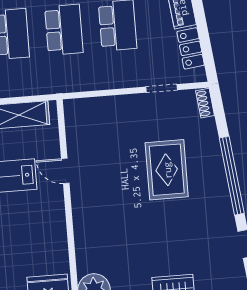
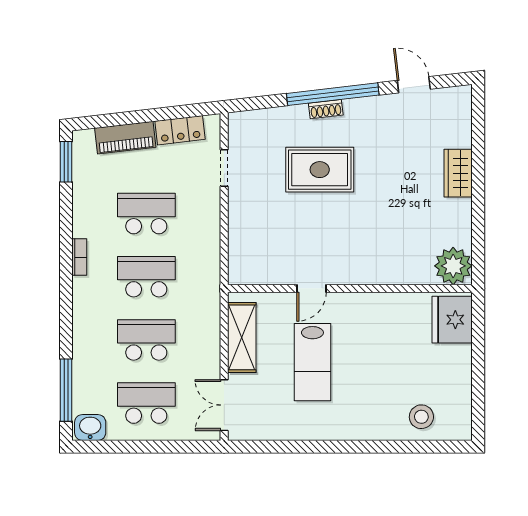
shoe rack: (205, 103) -> (326, 109), moved

